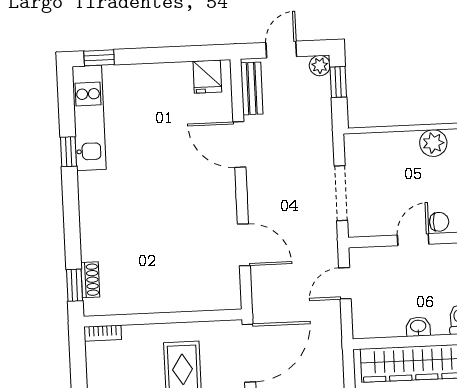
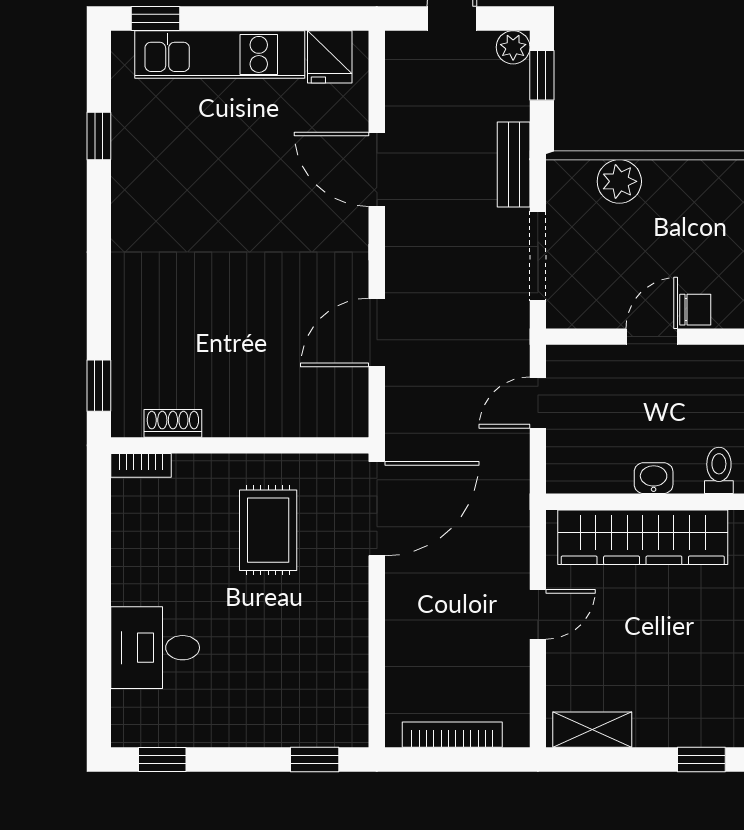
bench: (252, 88) -> (514, 164), moved
kitchen unit: (89, 118) -> (220, 54), moved, turned 90
plant: (433, 143) -> (619, 181), moved
window: (68, 152) -> (99, 136), moved
door: (244, 245) -> (377, 333), swing flipped
shoe rack: (90, 280) -> (173, 423), moved, turned -90

